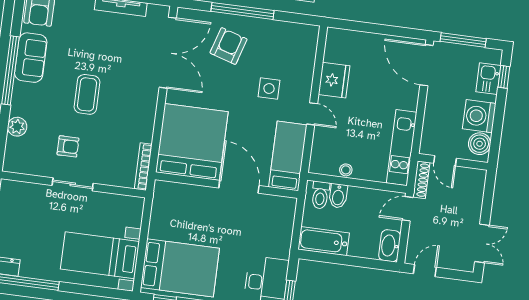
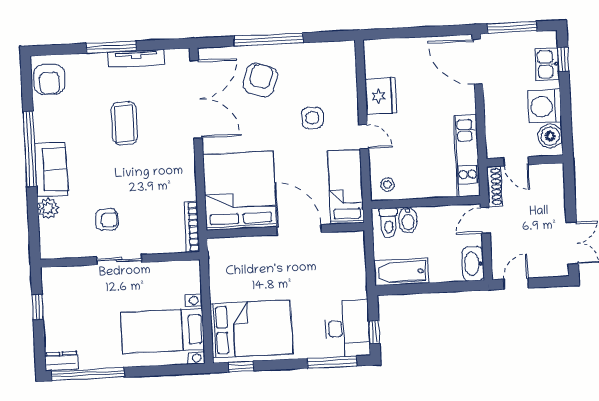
sofa: (31, 58) -> (51, 170), moved
coffee table: (87, 94) -> (124, 123), moved
stool: (346, 170) -> (387, 185), moved

